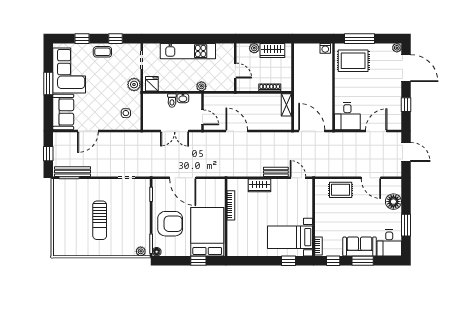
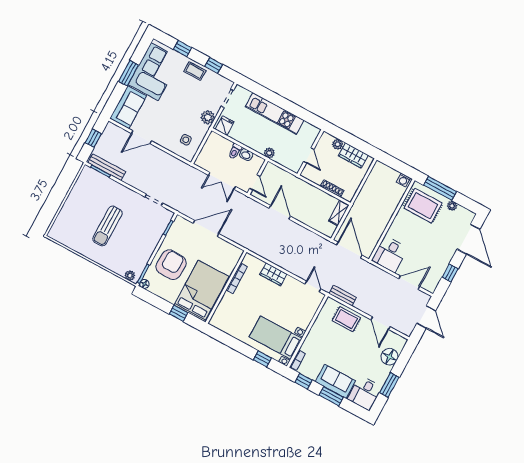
plant: (397, 48) -> (452, 206), moved
bench: (276, 172) -> (343, 296), moved
door: (183, 178) -> (206, 228), swing flipped
armchair: (170, 224) -> (171, 265), turned -88

